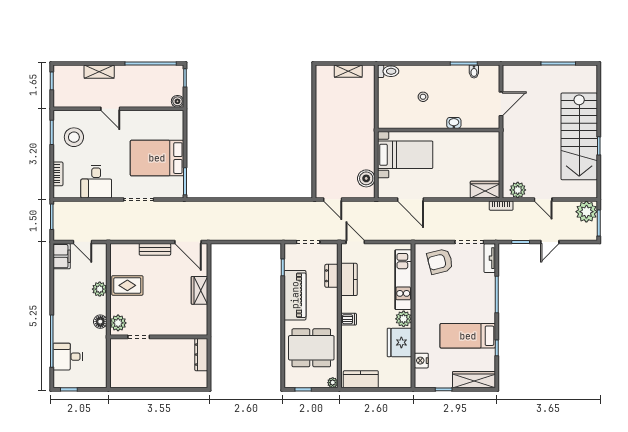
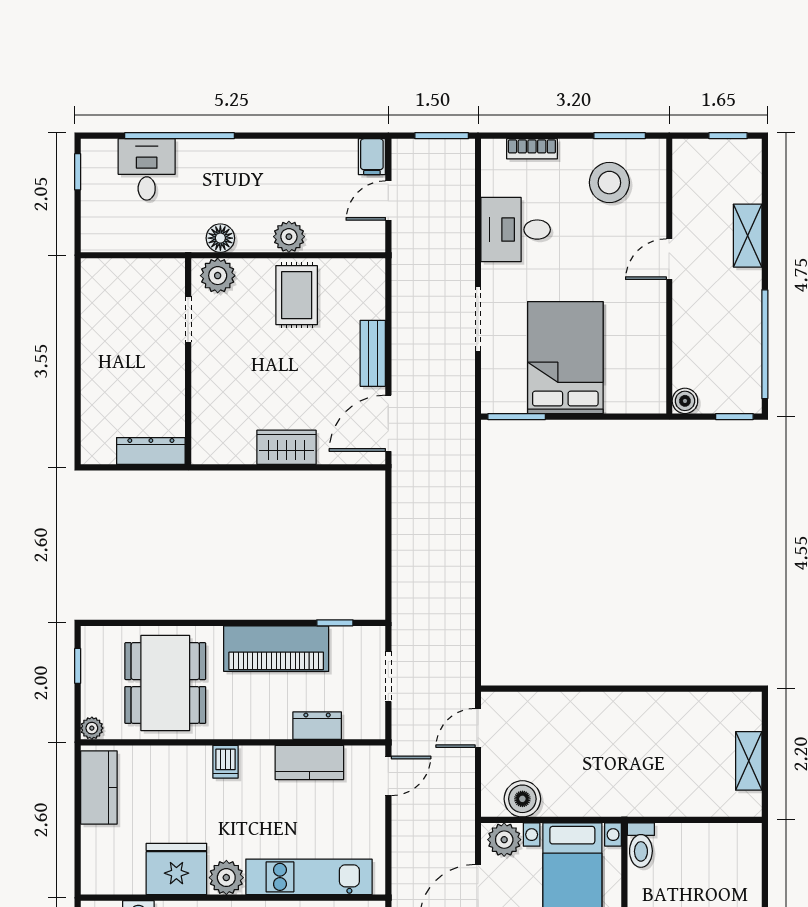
toilet: (388, 71) -> (641, 845), moved
plant: (386, 187) -> (504, 840), added
filing cabinet: (62, 256) -> (372, 157), width x0.50

